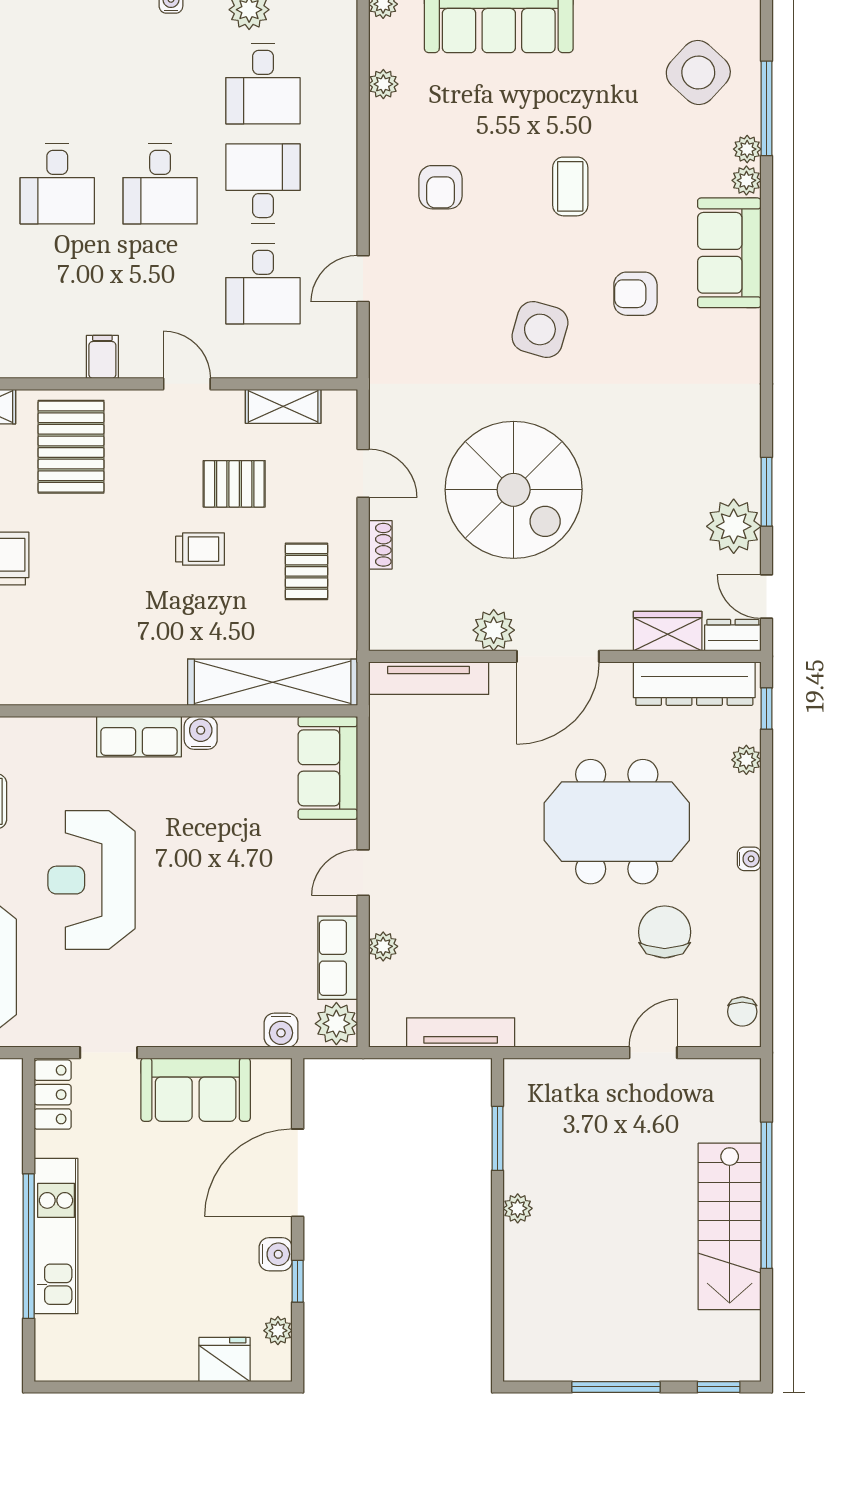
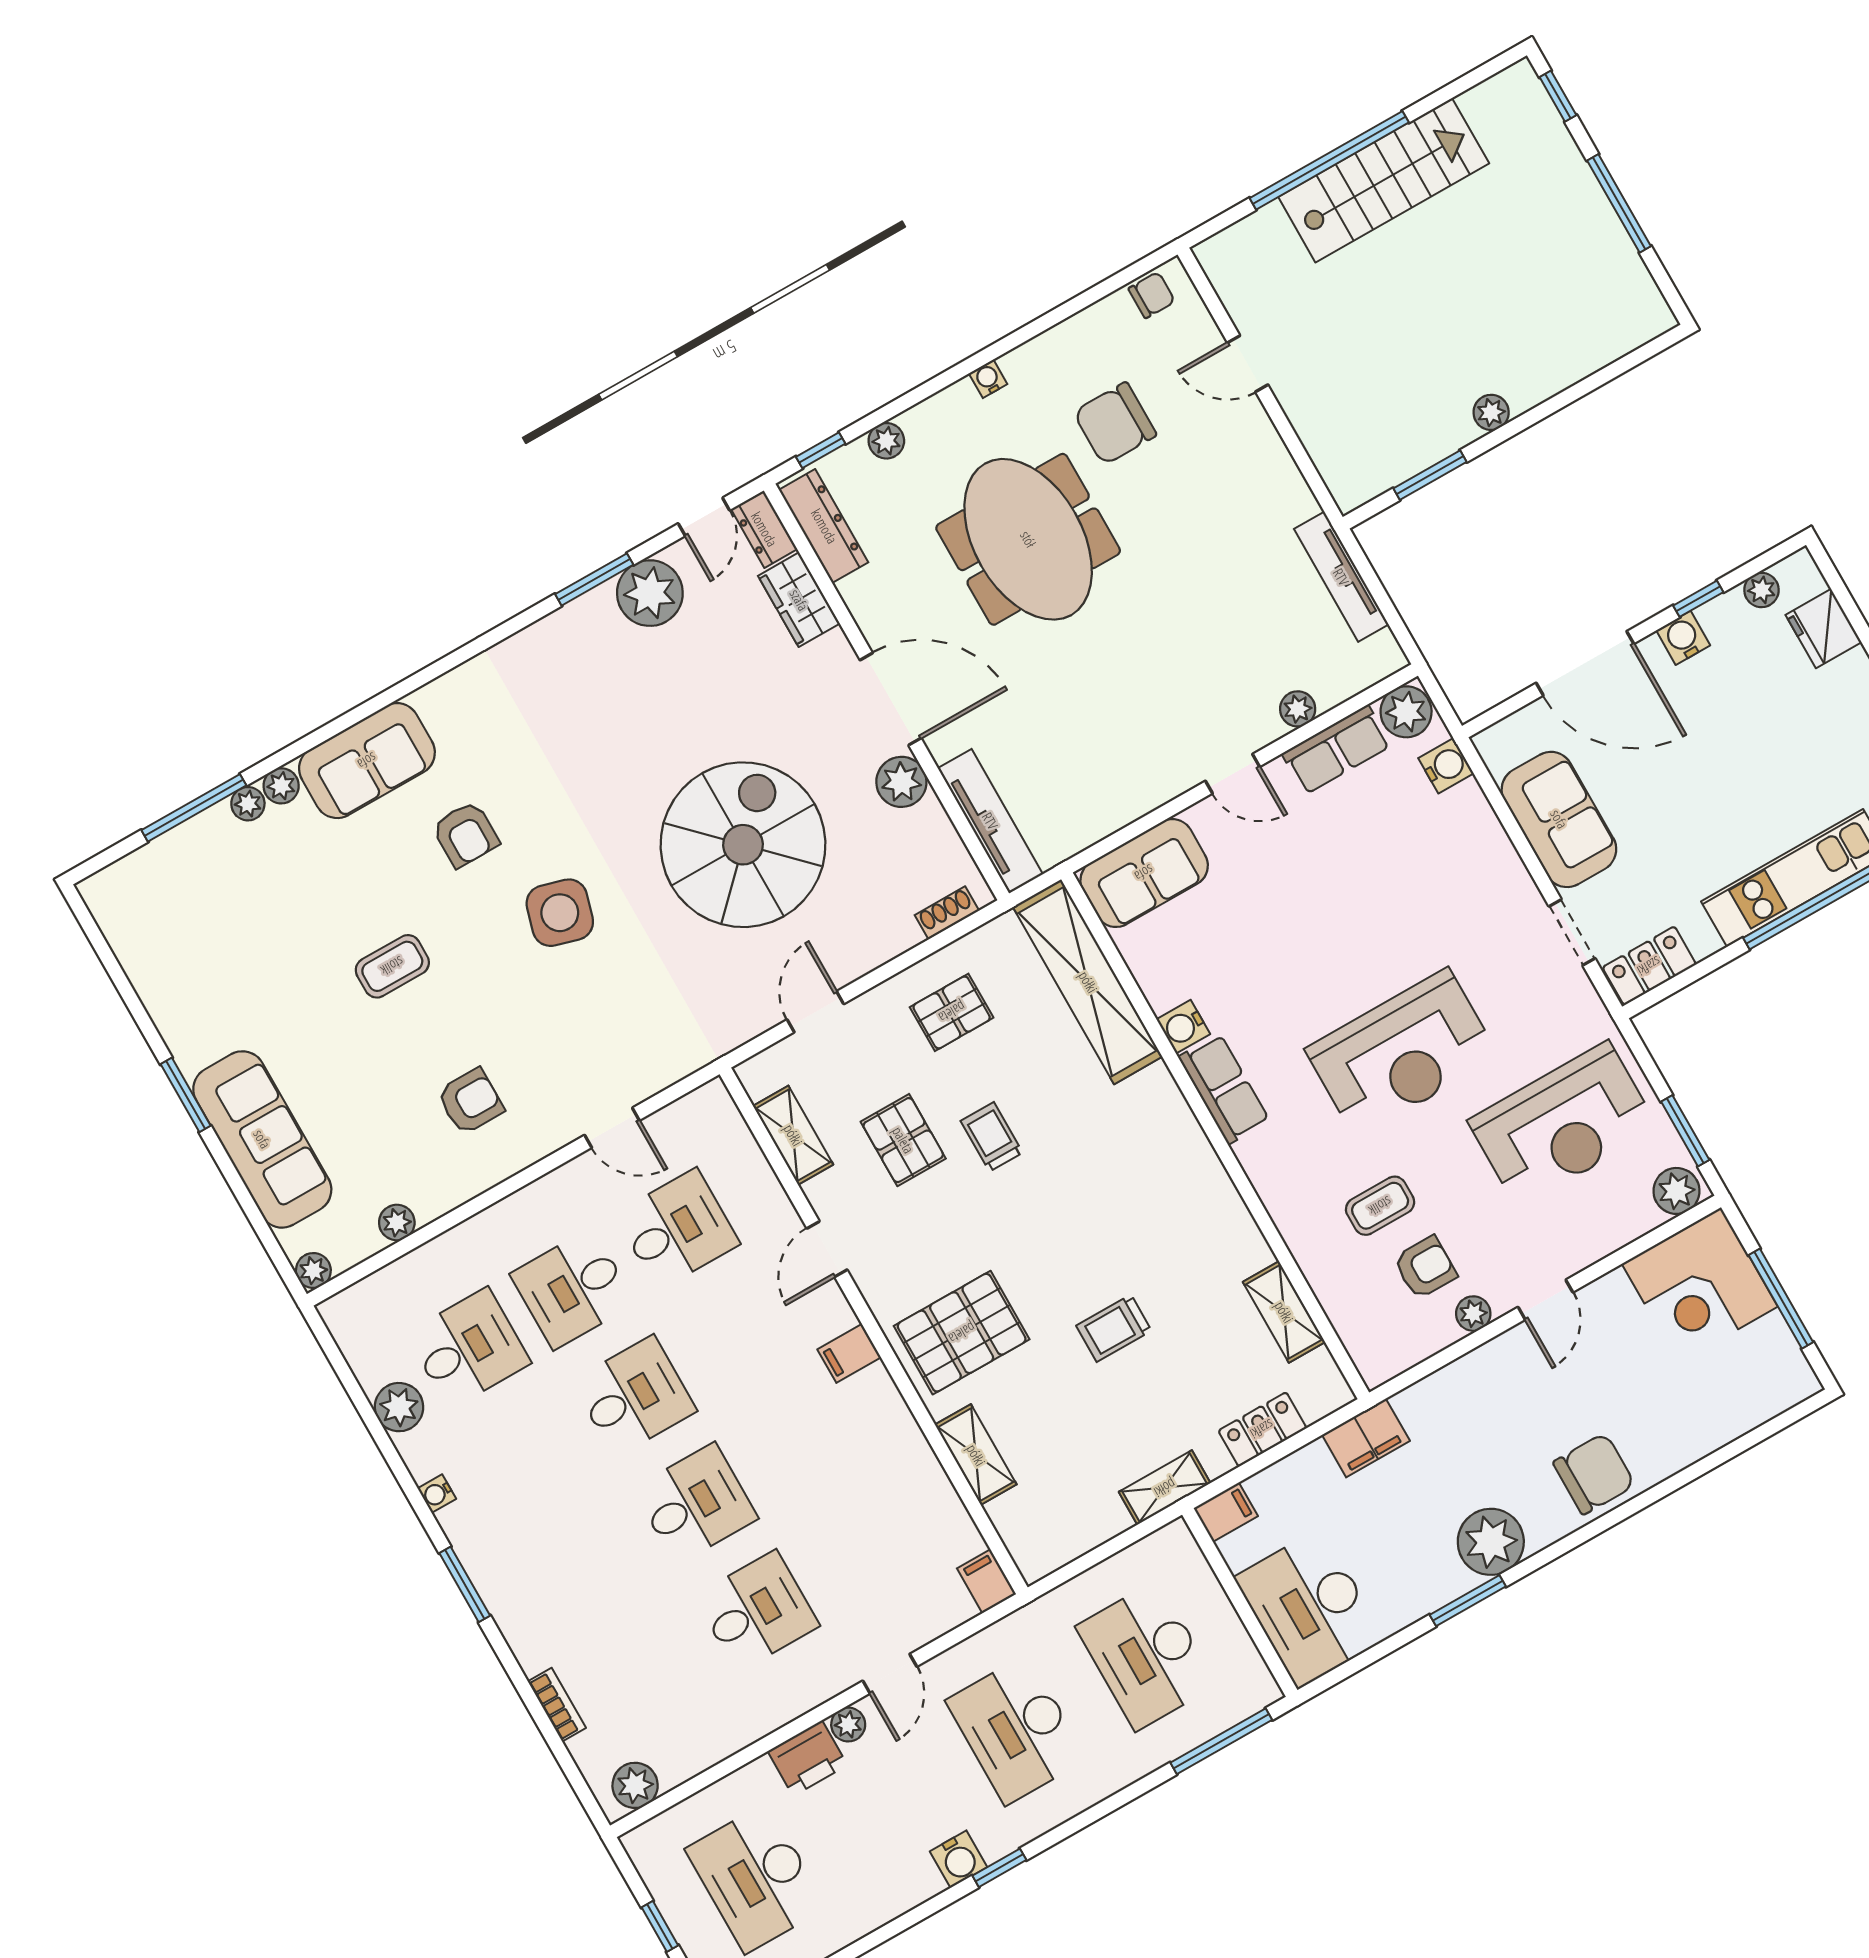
side table: (698, 73) -> (197, 900), removed
shoe rack: (380, 545) -> (947, 913), moved
dresser: (694, 684) -> (824, 526), width x0.73, depth x0.80

